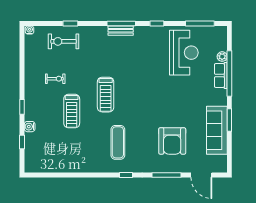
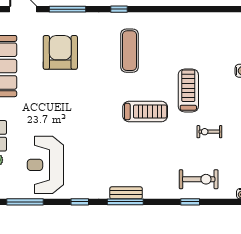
treadmill: (106, 95) -> (145, 112), turned 90

